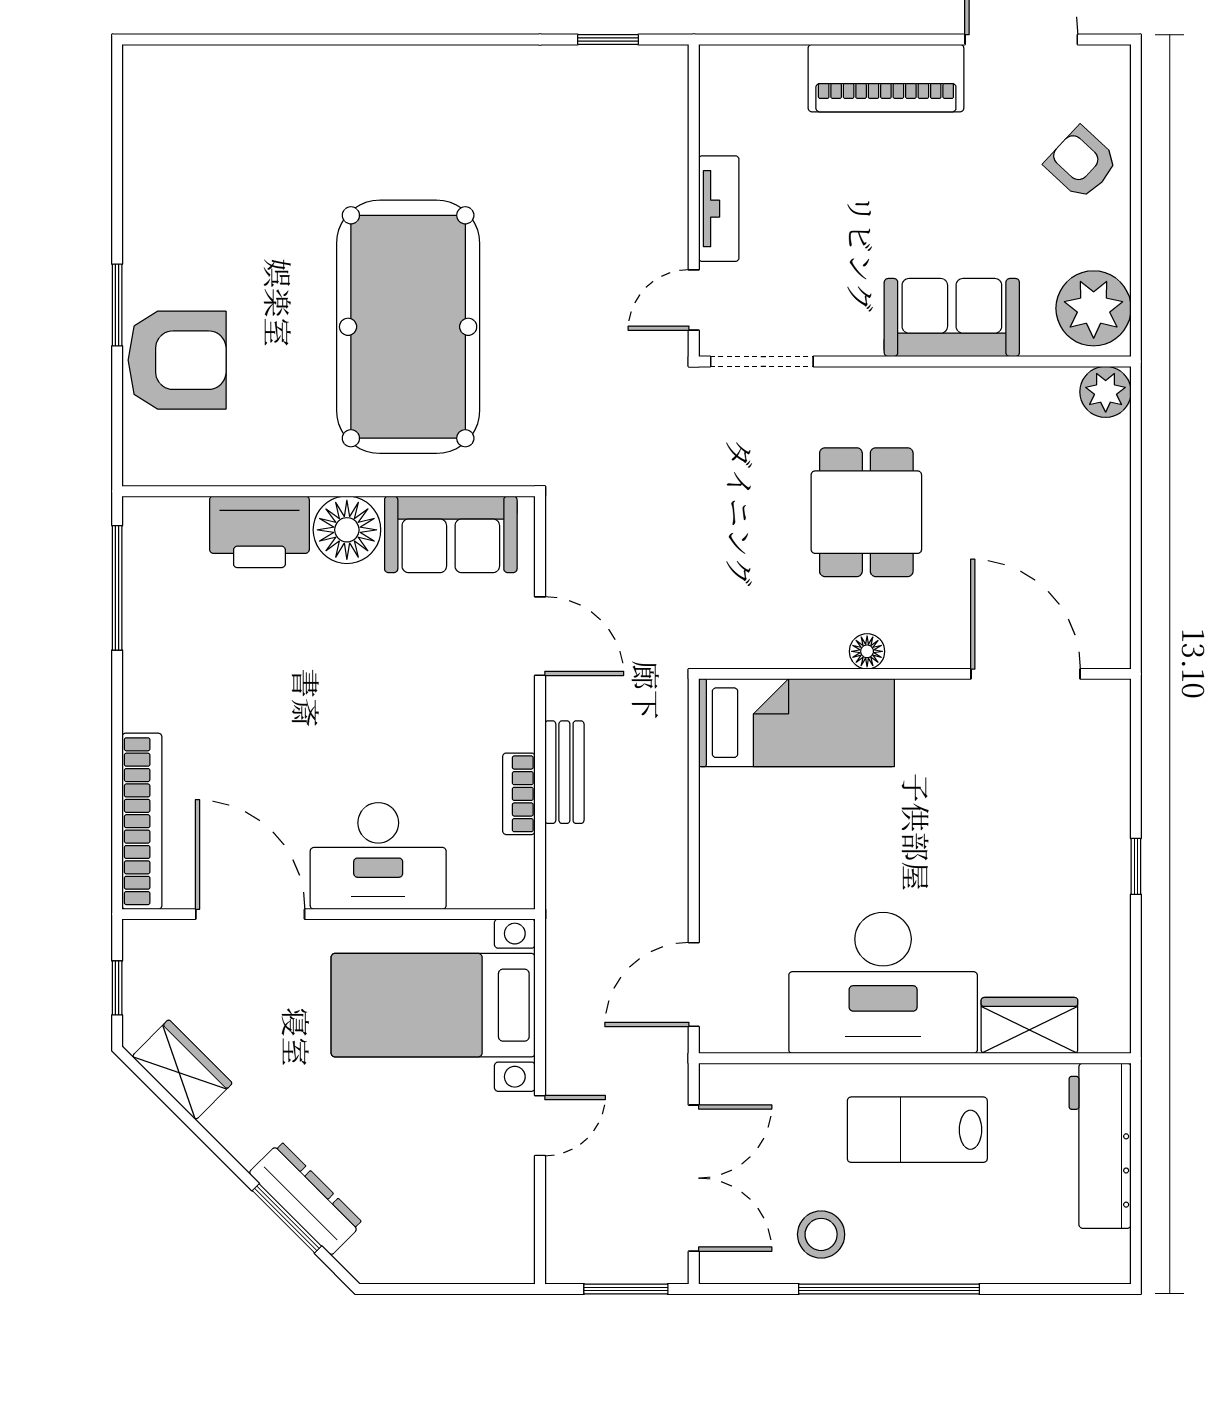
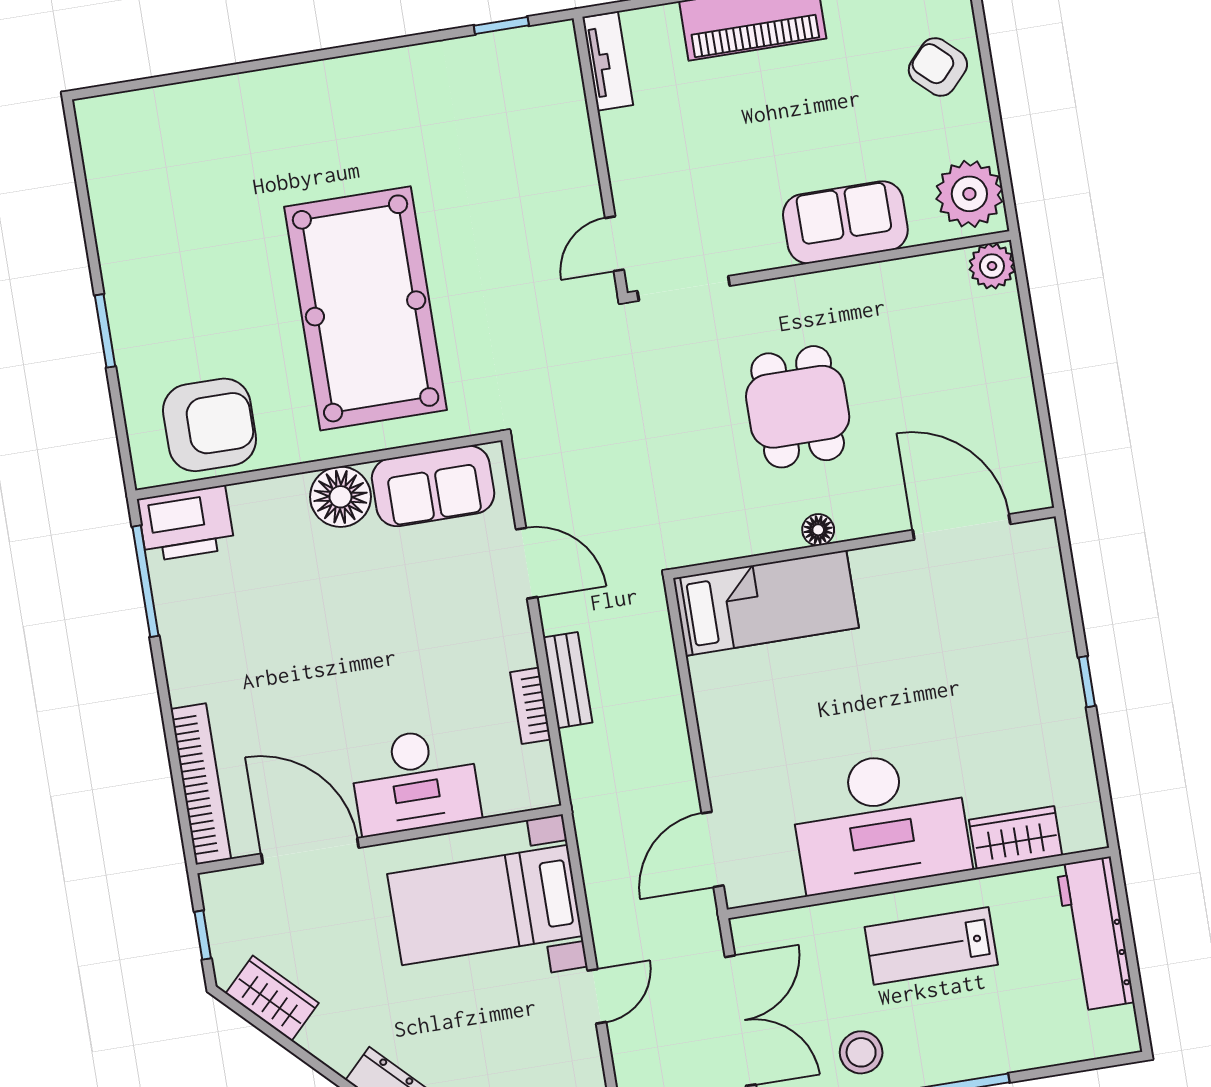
tv unit: (719, 209) -> (608, 61), moved
armchair: (177, 360) -> (210, 425), moved
printer: (259, 532) -> (186, 524), moved

